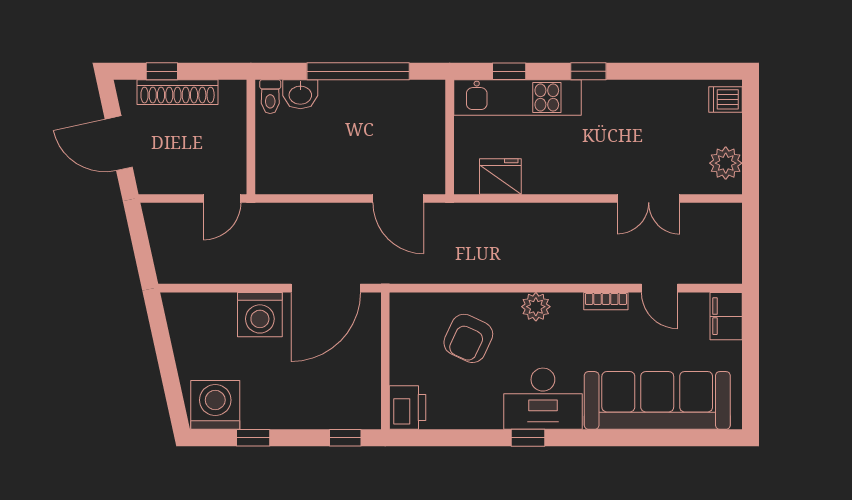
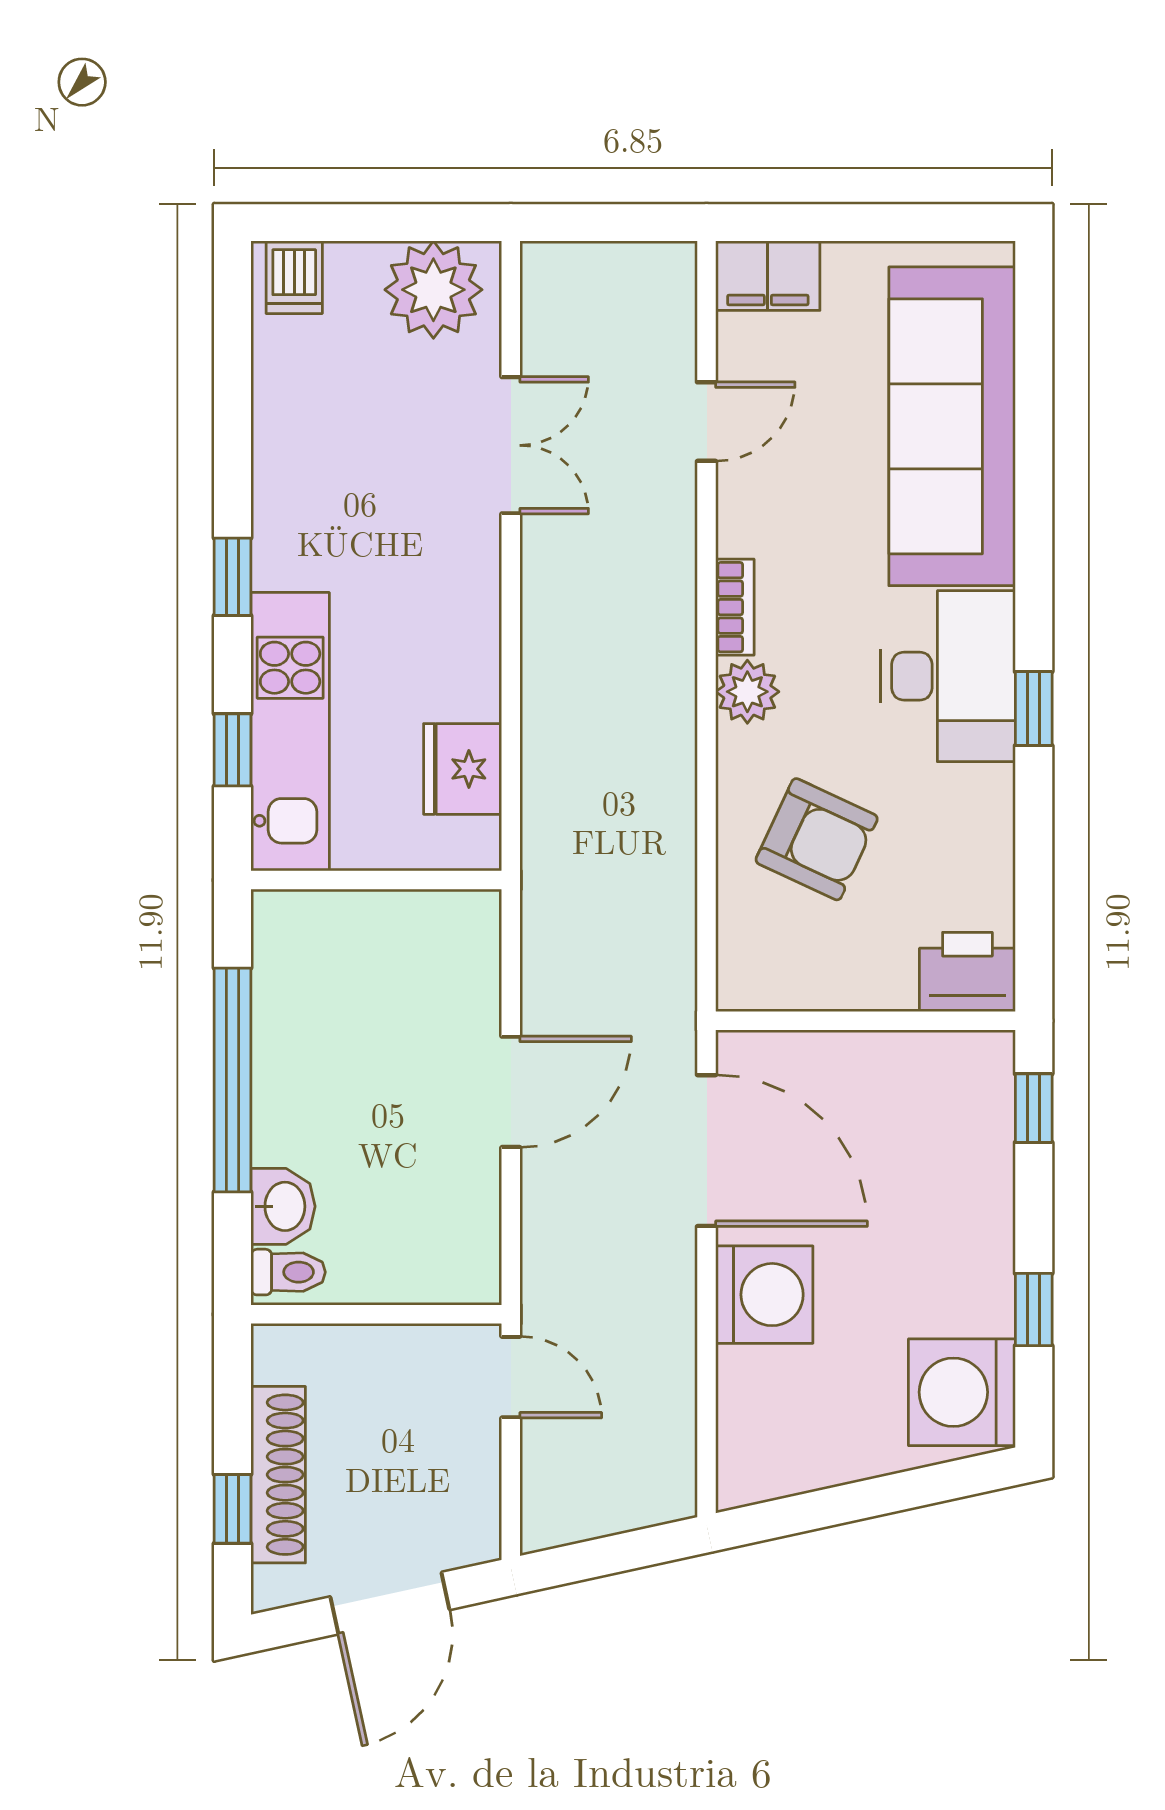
plant: (726, 163) -> (433, 290), width x1.36, depth x1.36
door: (398, 199) -> (511, 1092), moved
bookcase: (606, 301) -> (735, 607), moved

